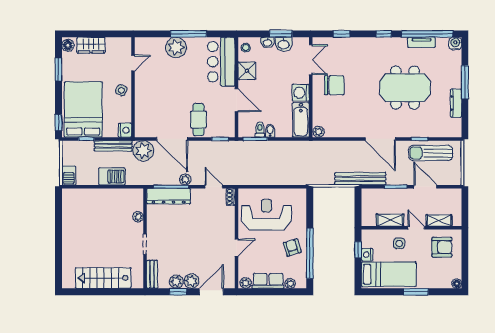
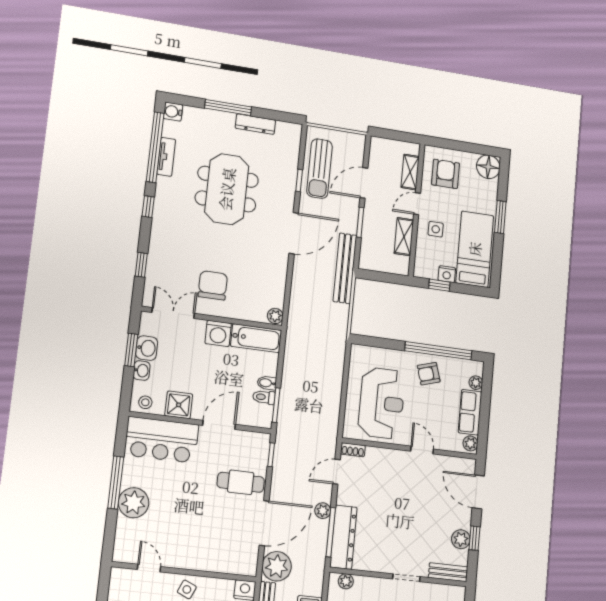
reception desk: (266, 215) -> (382, 403), turned 180
plant: (138, 217) -> (346, 581), moved
plant: (191, 281) -> (462, 518), removed
floor lamp: (457, 284) -> (488, 167), width x1.89, depth x1.89

